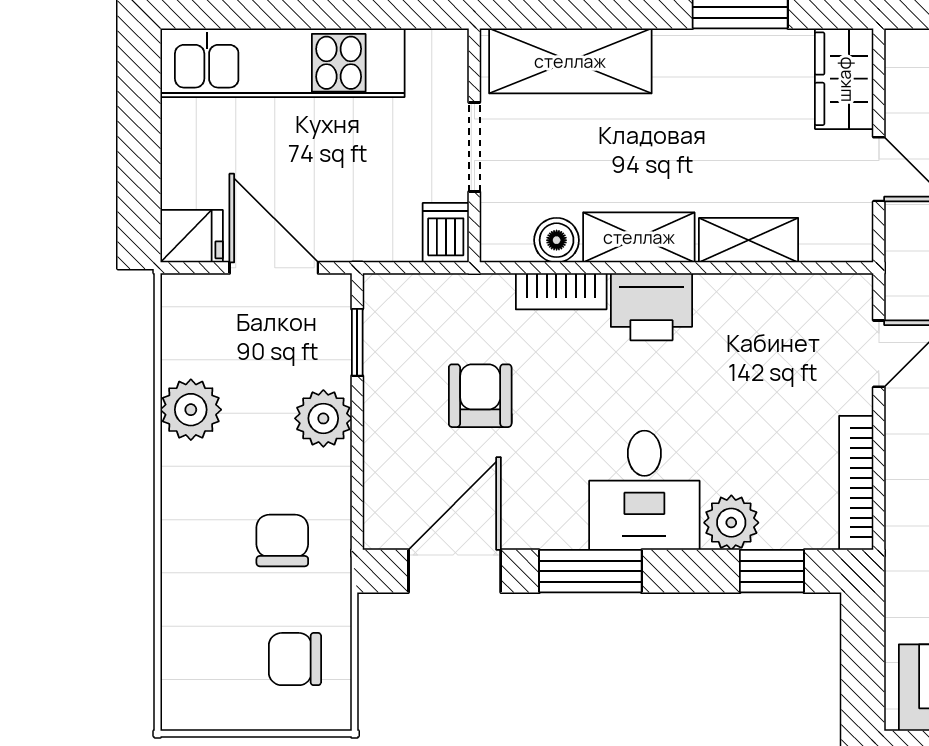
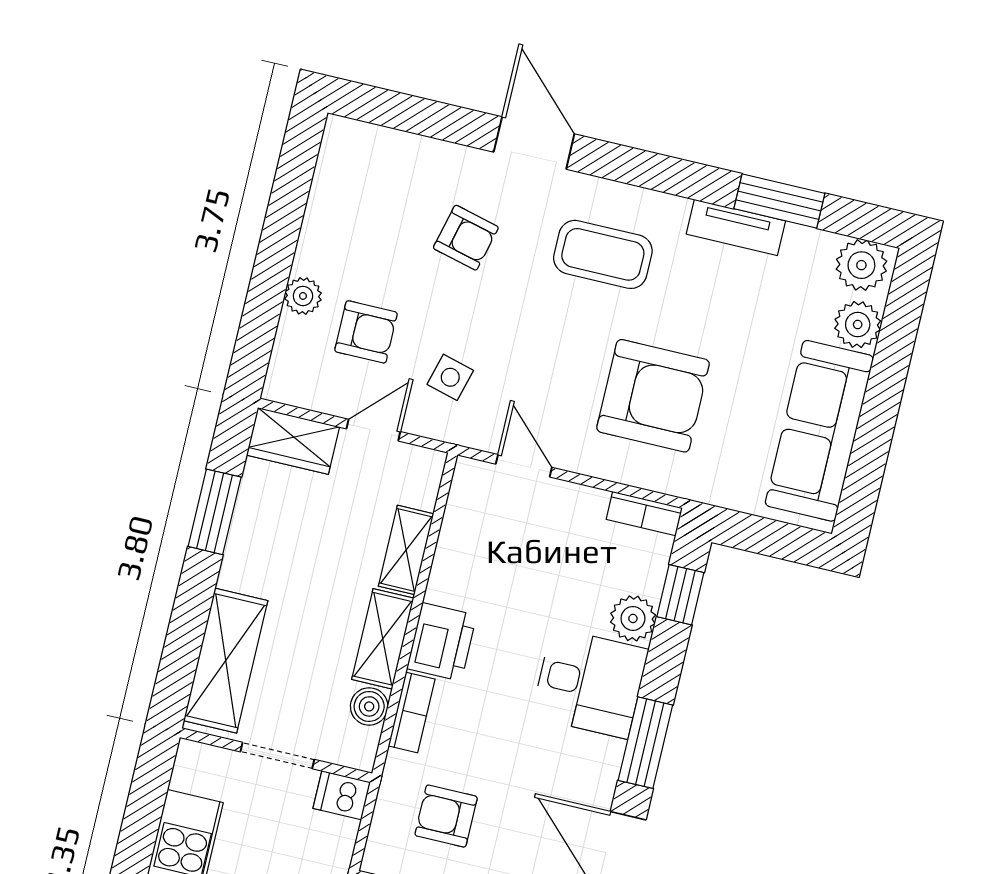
armchair: (480, 396) -> (446, 816), moved
bookcase: (856, 483) -> (644, 514), width x0.64

